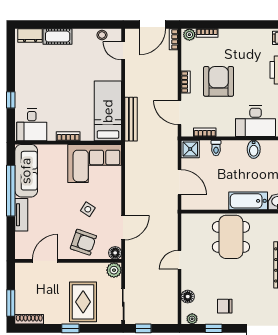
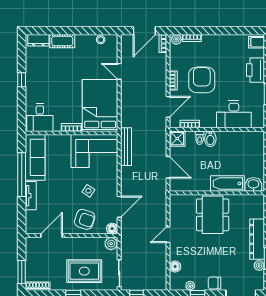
door: (123, 51) -> (119, 71), moved
window: (11, 100) -> (22, 80), moved
bed: (108, 111) -> (100, 105), width x1.50
door: (180, 112) -> (168, 107), swing flipped
bench: (131, 119) -> (126, 147), moved
bidet: (254, 149) -> (210, 139), moved
rug: (83, 302) -> (84, 271), turned 90
chair: (225, 306) -> (214, 283), moved
plant: (192, 319) -> (190, 286), moved

